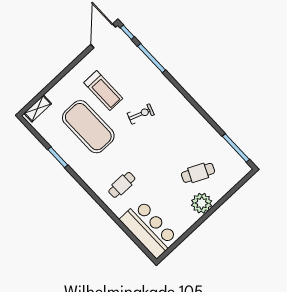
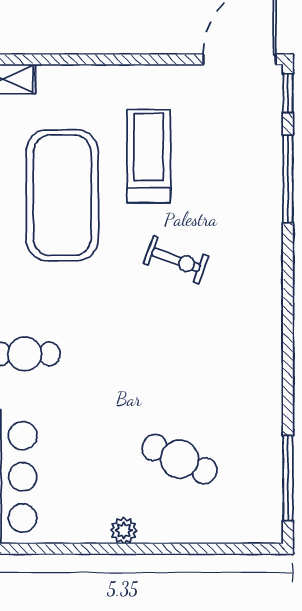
treadmill: (103, 91) -> (149, 156), turned 180
plant: (202, 203) -> (124, 531), width x0.53, depth x0.53

